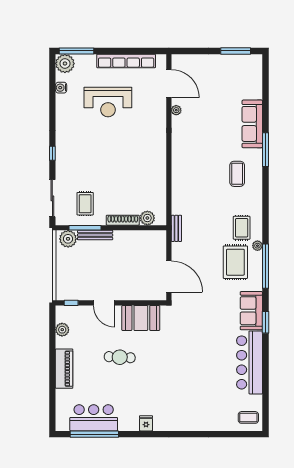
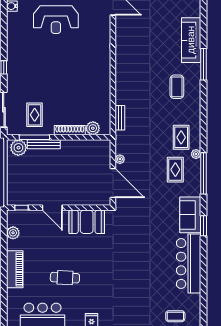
plant: (176, 110) -> (120, 159), moved
bench: (176, 228) -> (120, 118), moved
rug: (235, 262) -> (175, 170), width x0.73, depth x0.70
cafe table: (120, 357) -> (65, 278), moved
coffee table: (248, 417) -> (175, 316), moved

